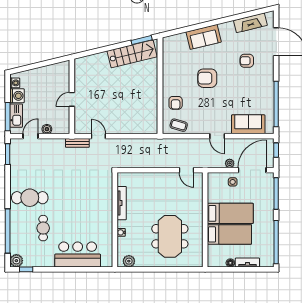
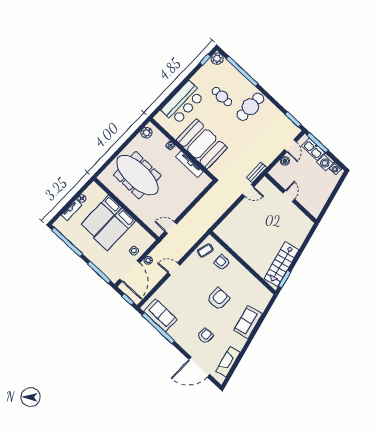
sofa: (248, 124) -> (160, 315), moved, turned -90
booth: (96, 208) -> (202, 144), added
meeting table: (170, 236) -> (137, 175), width x1.36

